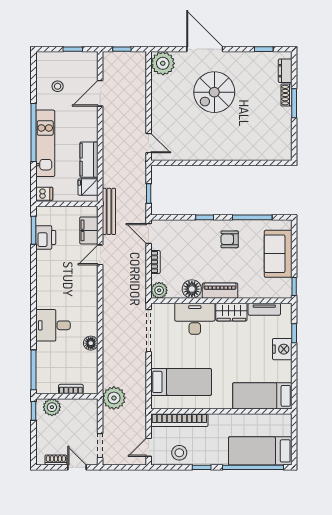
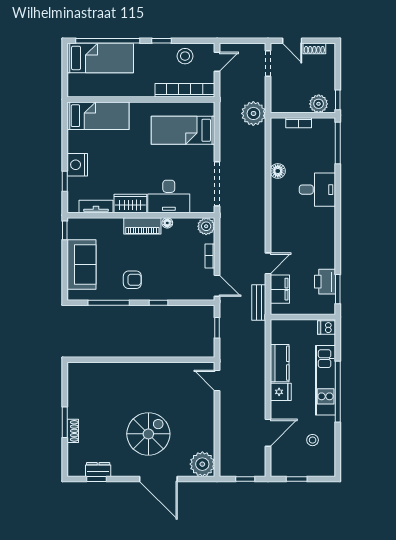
dresser: (285, 71) -> (98, 469), moved, turned -90
fridge: (88, 187) -> (281, 392), moved
bench: (109, 211) -> (259, 302), width x0.73
floor lamp: (192, 289) -> (167, 223), width x0.53, depth x0.53

